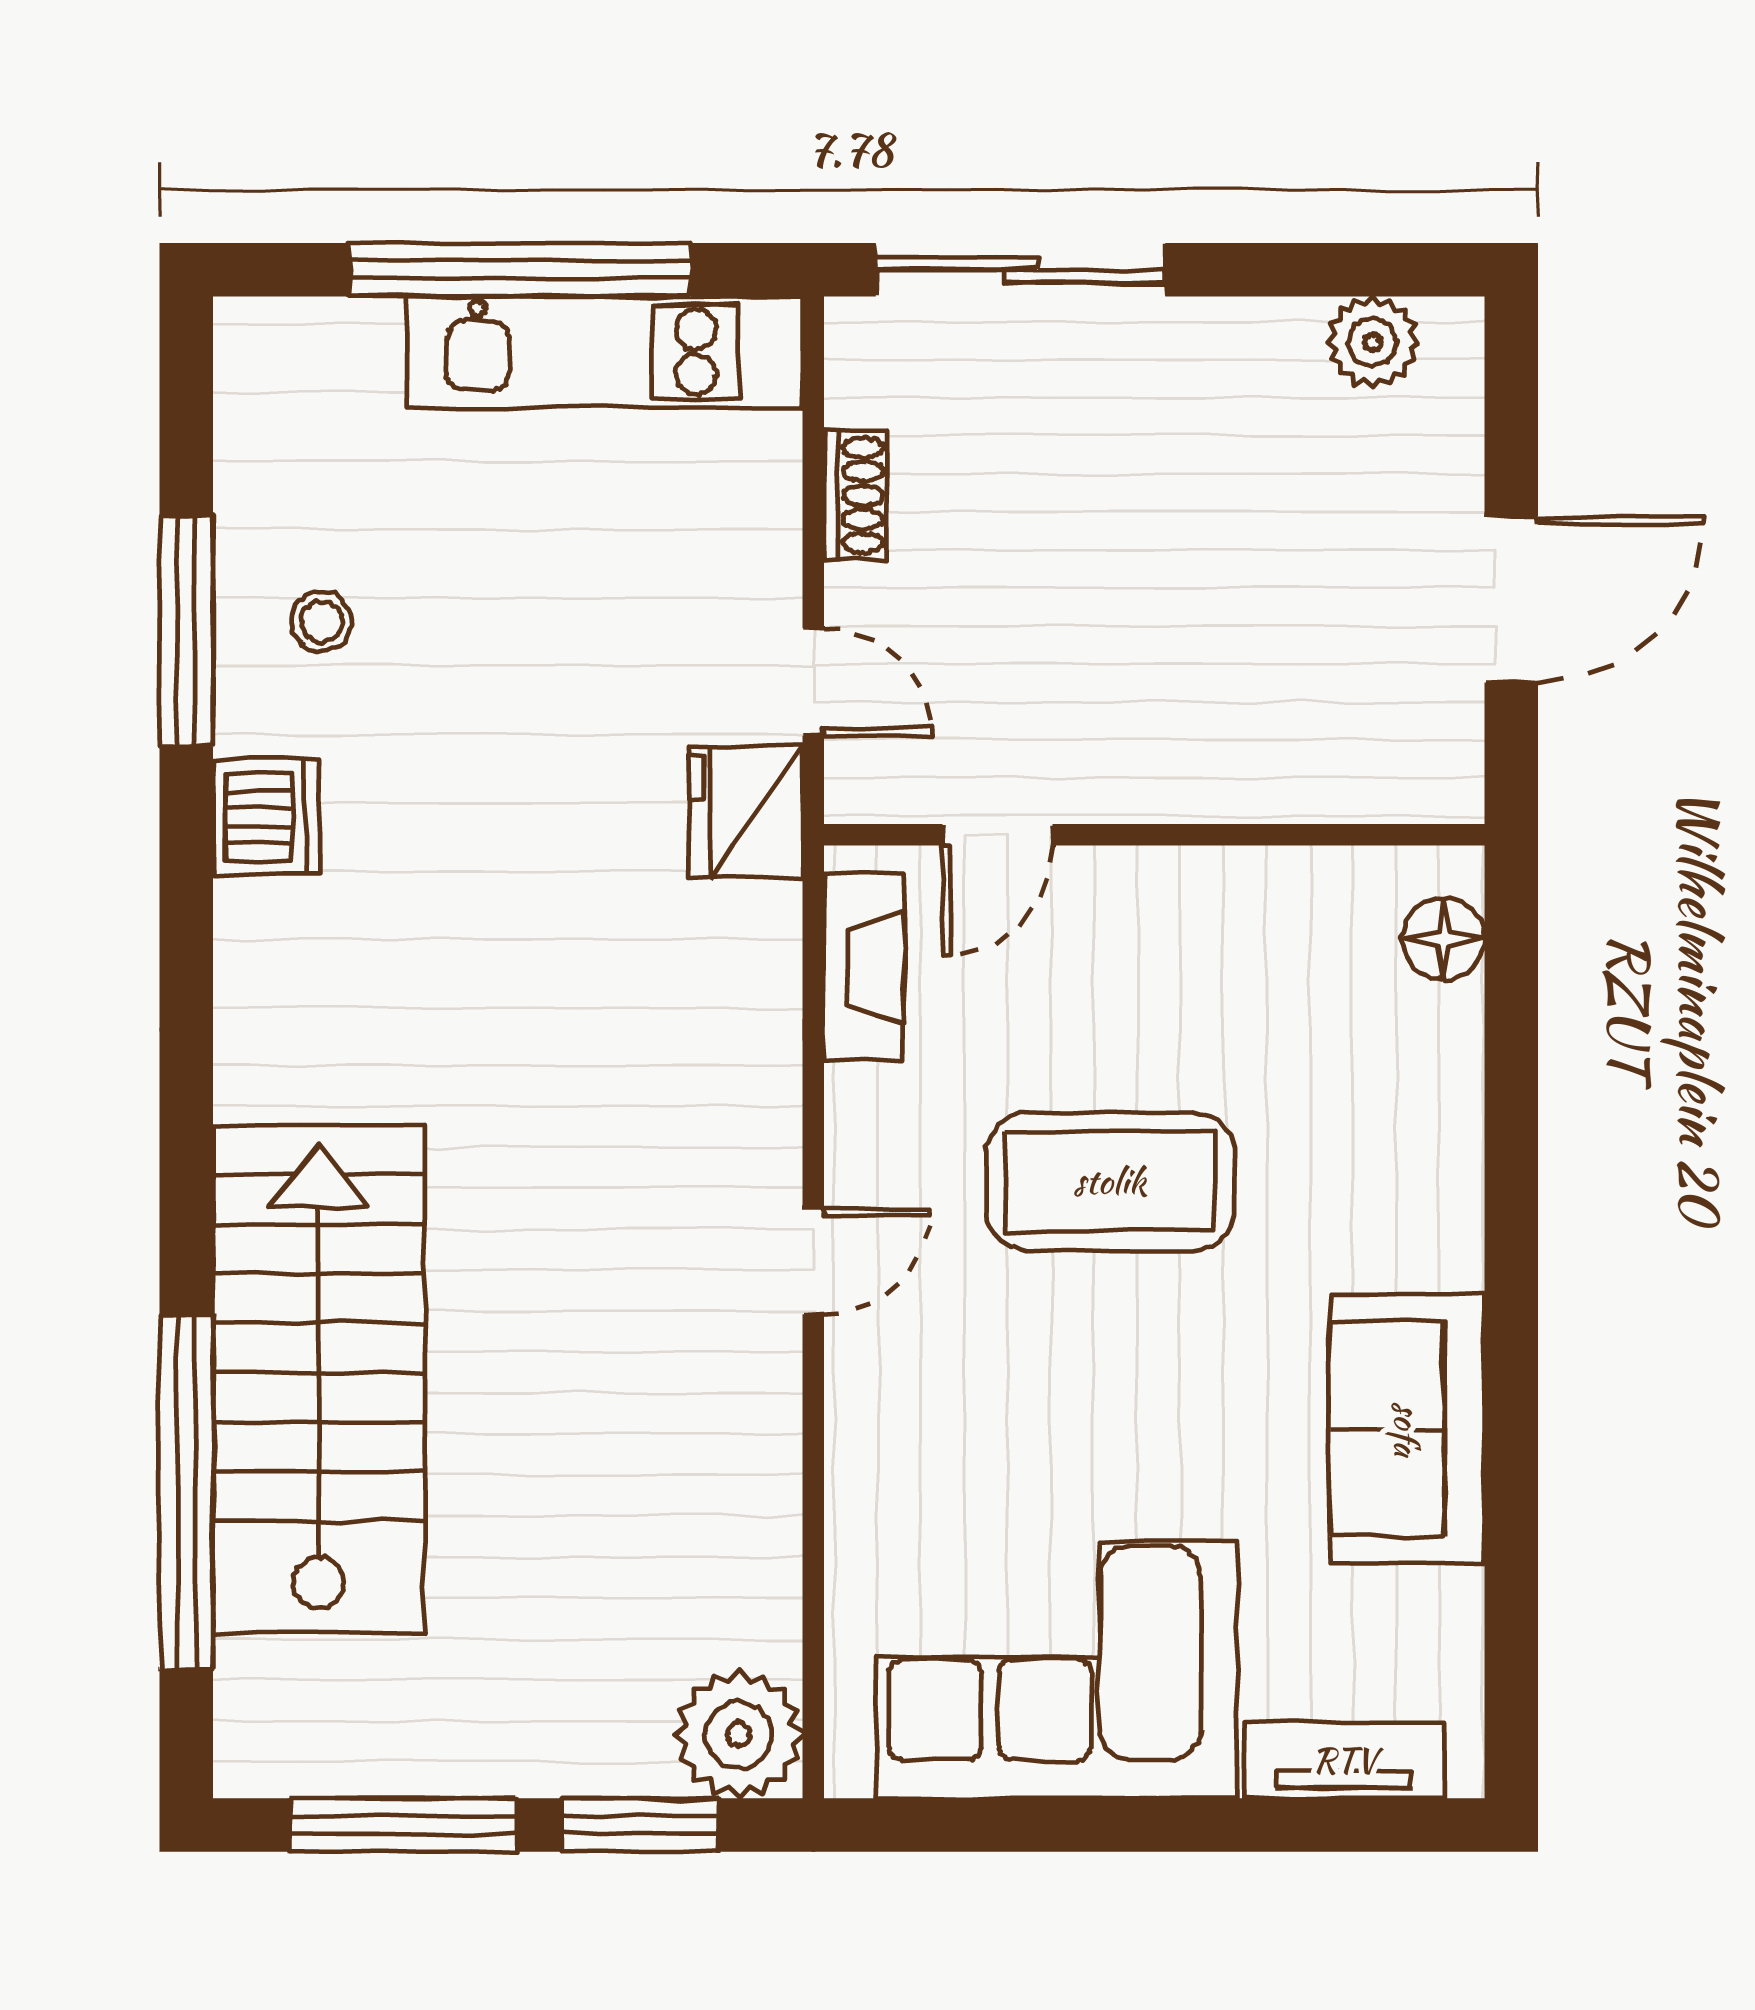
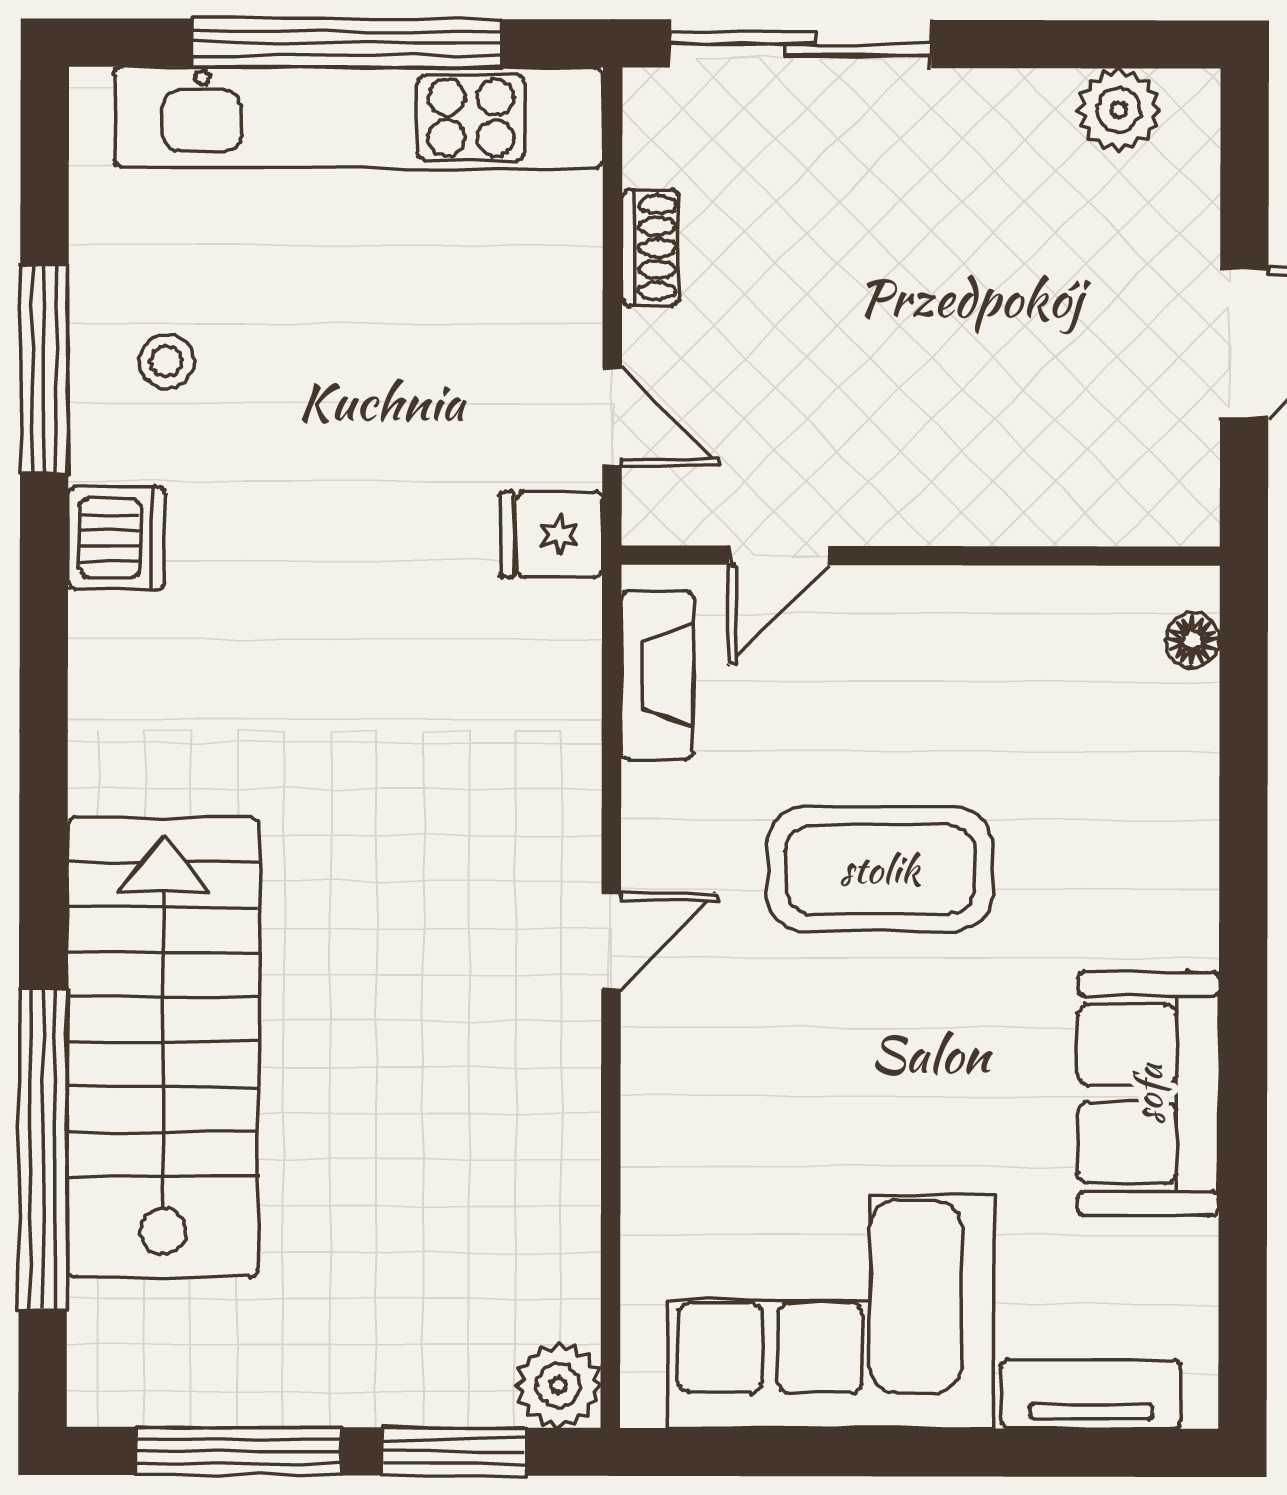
kitchen unit: (605, 352) -> (358, 118), width x1.36
fridge: (746, 812) -> (551, 534), width x0.72
floor lamp: (1443, 939) -> (1192, 640), width x0.73, depth x0.73
plant: (739, 1735) -> (558, 1385), width x0.73, depth x0.73

